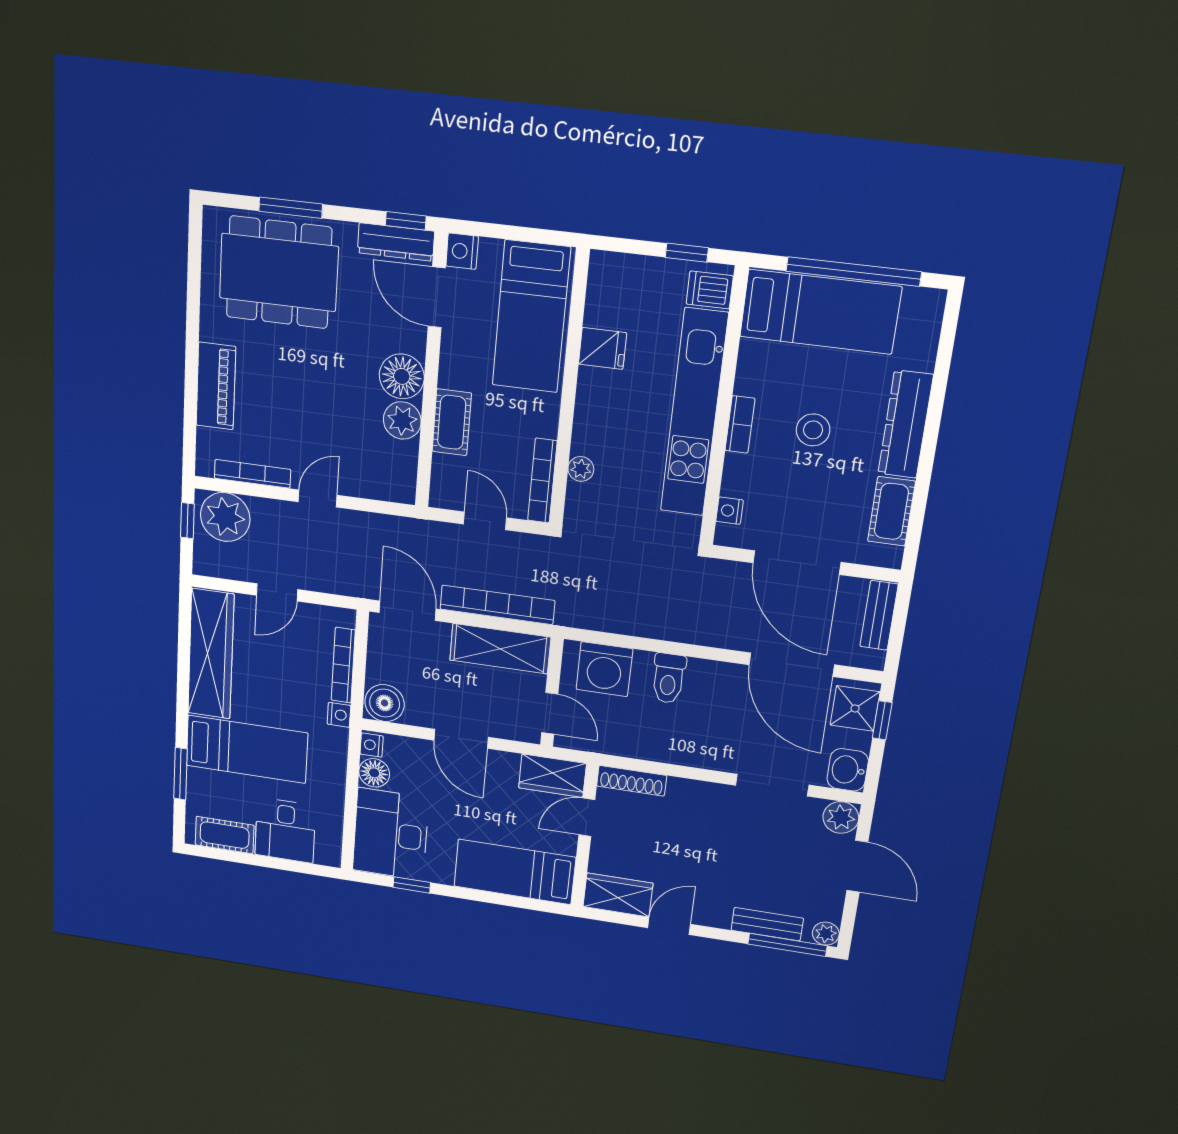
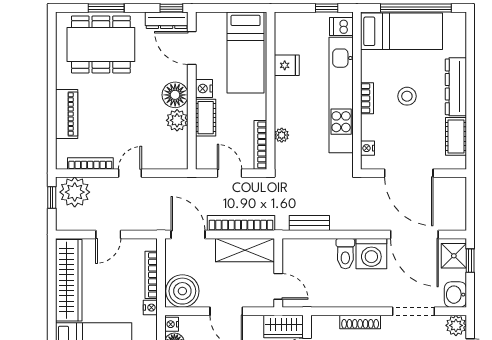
nightstand: (462, 251) -> (204, 89), moved
bench: (879, 615) -> (309, 223), moved, turned 90
washing machine: (604, 669) -> (371, 254), moved
boiler: (385, 703) -> (182, 291), width x1.37, depth x1.37
shoe rack: (632, 781) -> (360, 322), moved

